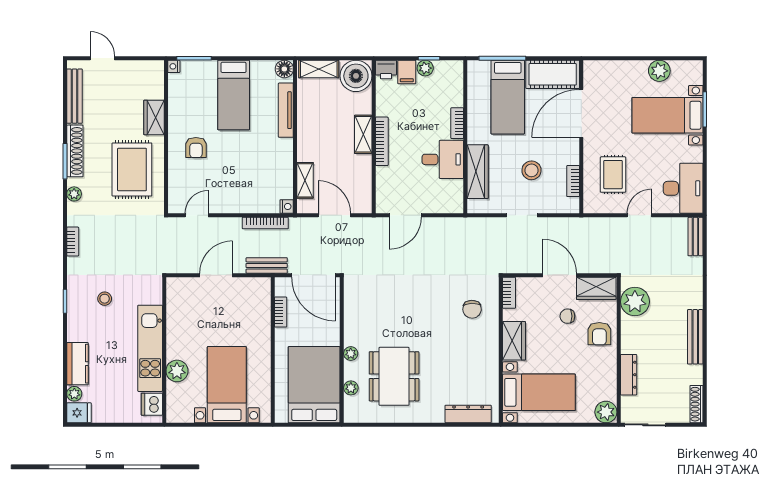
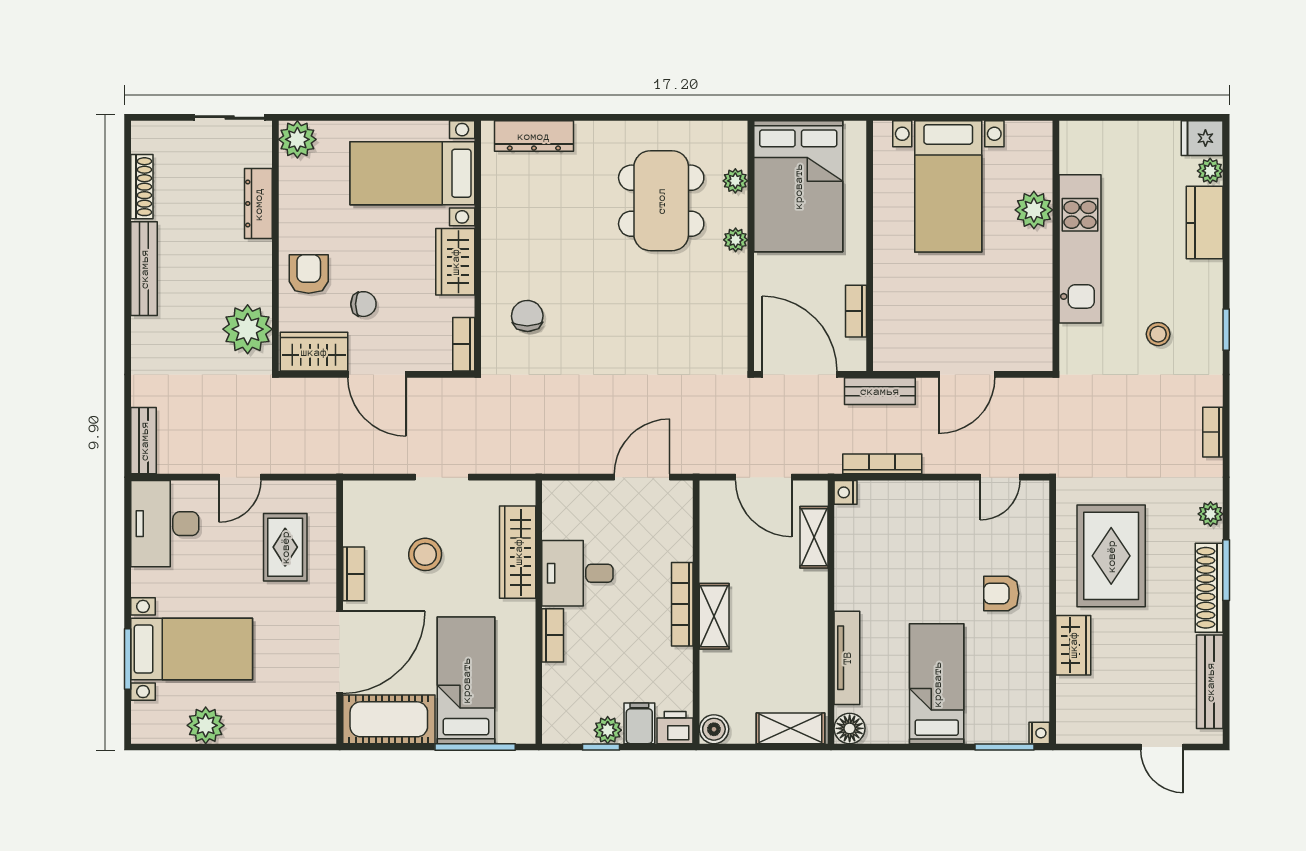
boiler: (356, 76) -> (714, 729), width x0.54, depth x0.54
armchair: (196, 148) -> (1001, 593), turned -90
bookcase: (573, 181) -> (354, 574), moved
dishwasher: (152, 404) -> (1077, 153), removed
shoe rack: (696, 404) -> (142, 187), moved

